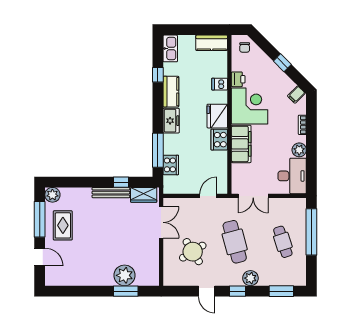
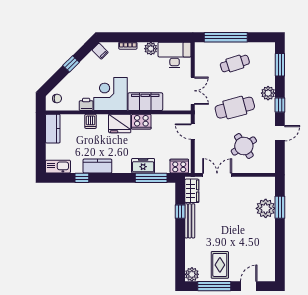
freezer: (171, 121) -> (143, 166), moved
cooker: (171, 165) -> (179, 166), moved
rug: (63, 225) -> (220, 265), turned 90

